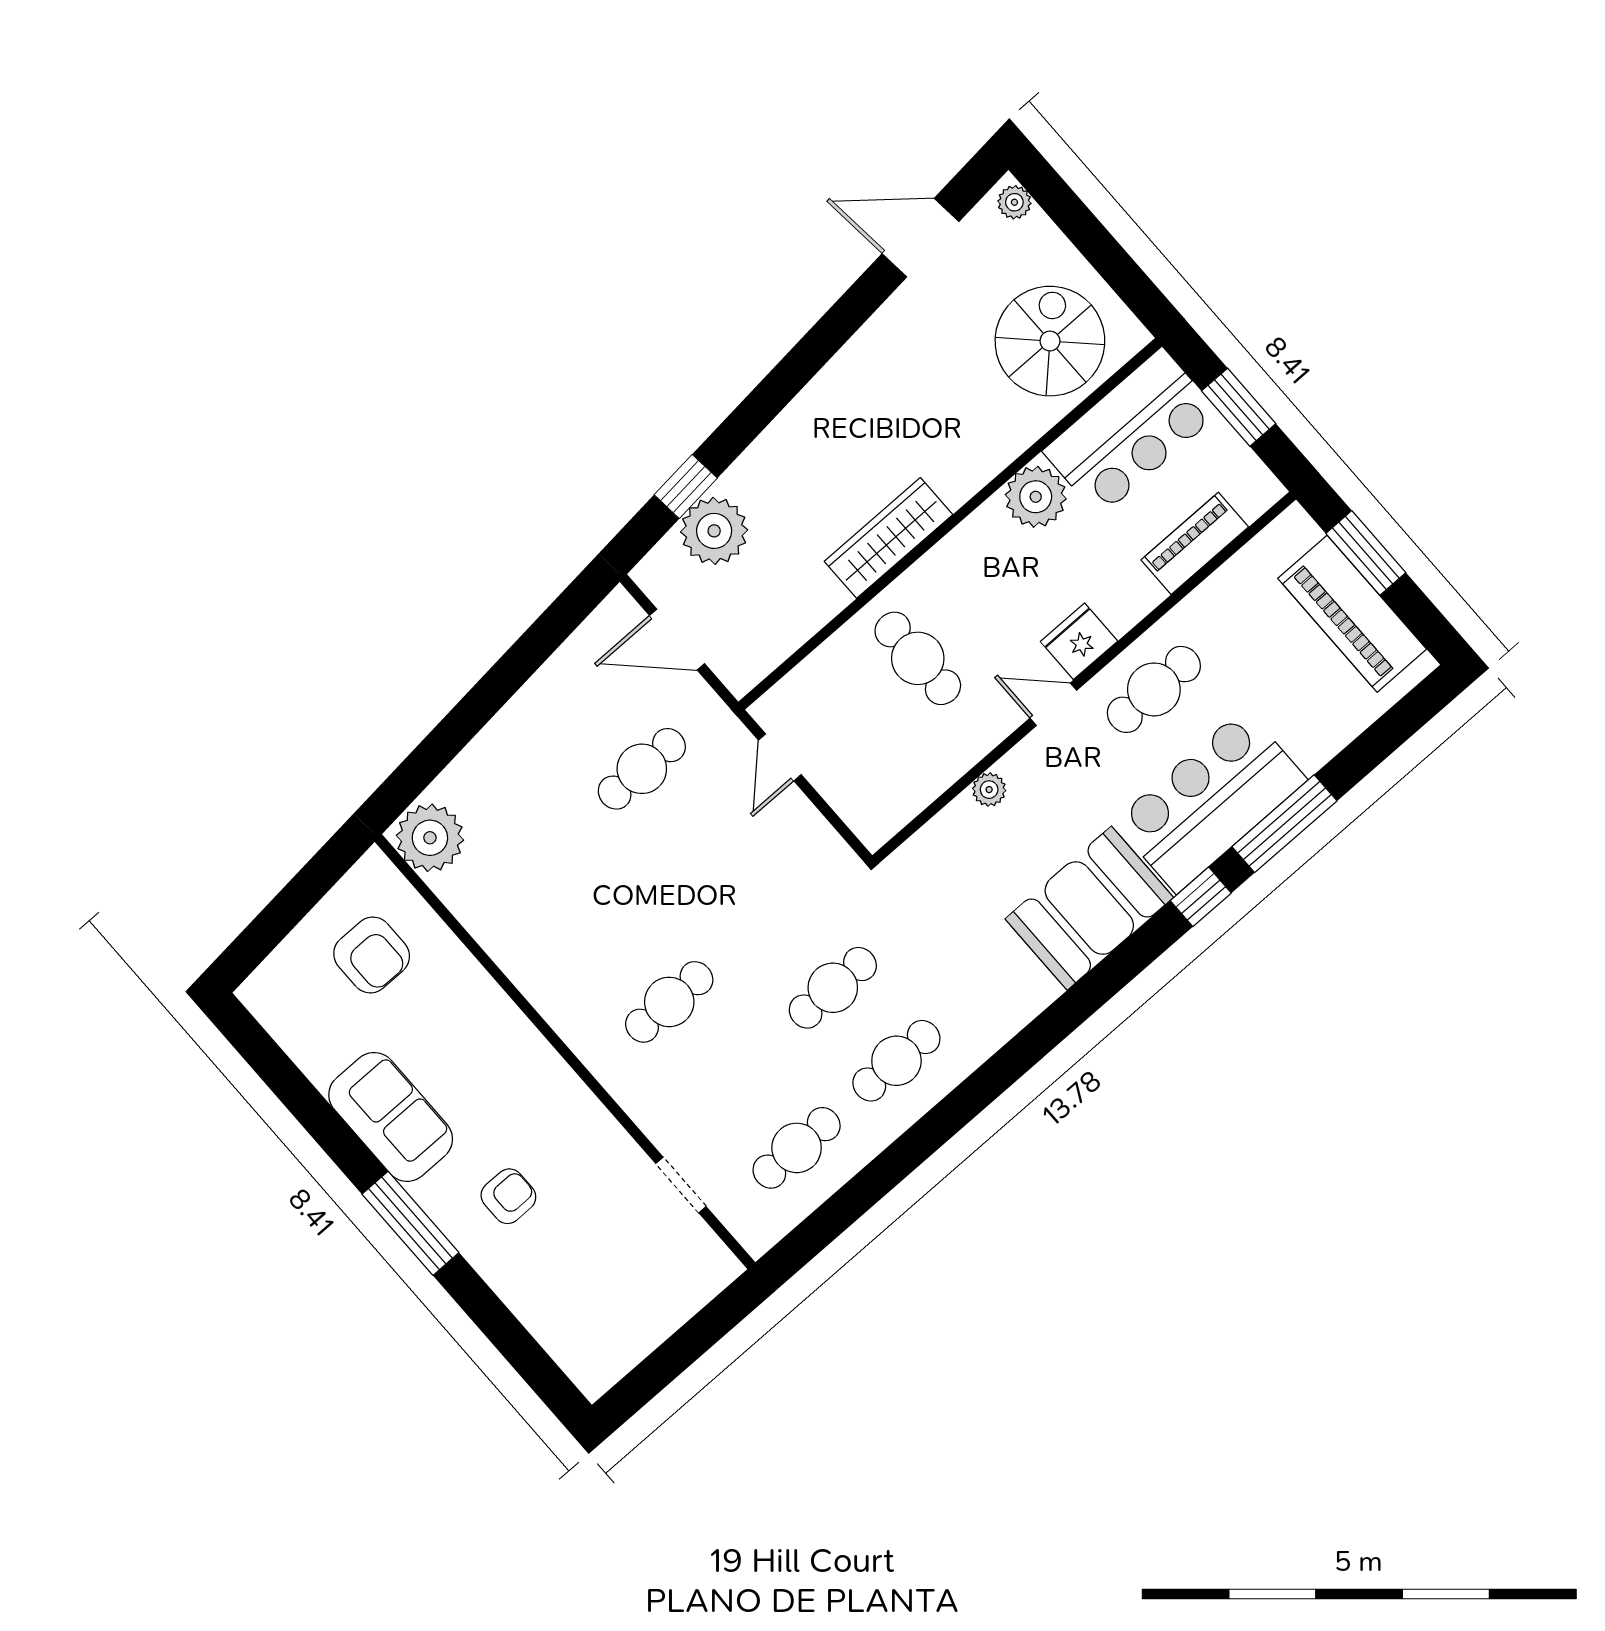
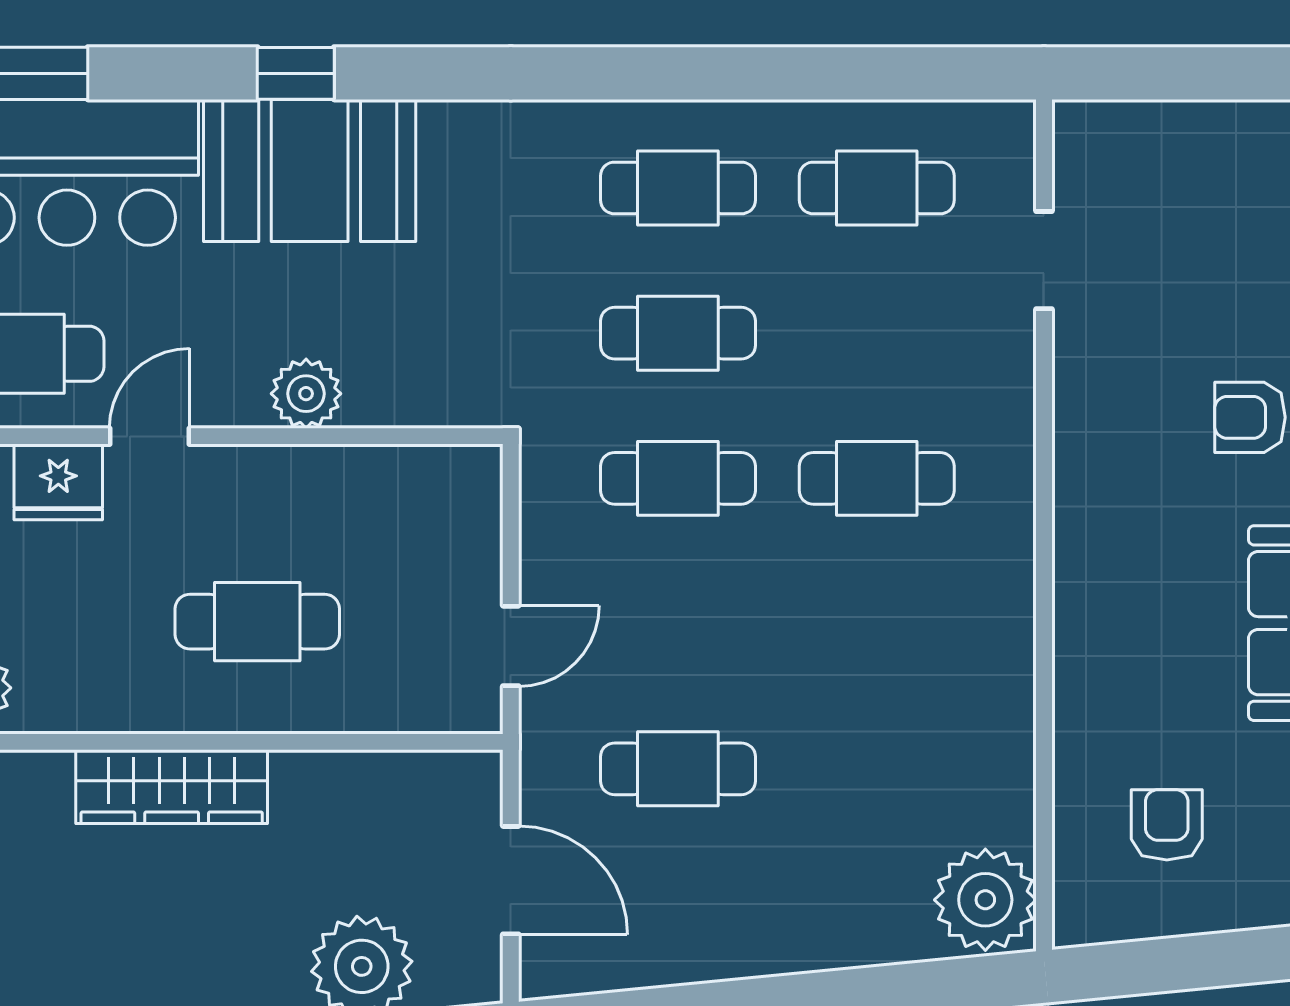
cafe table: (918, 658) -> (257, 622), turned 90
door: (1053, 704) -> (149, 436), swing flipped
plant: (989, 790) -> (306, 394), width x1.38, depth x1.38
window: (1201, 897) -> (296, 73), moved
cafe table: (769, 915) -> (678, 478), added
armchair: (372, 955) -> (1167, 825), width x0.72, depth x0.72

